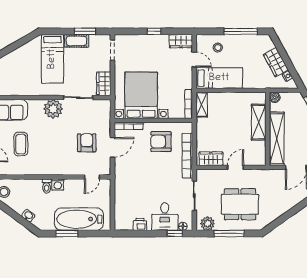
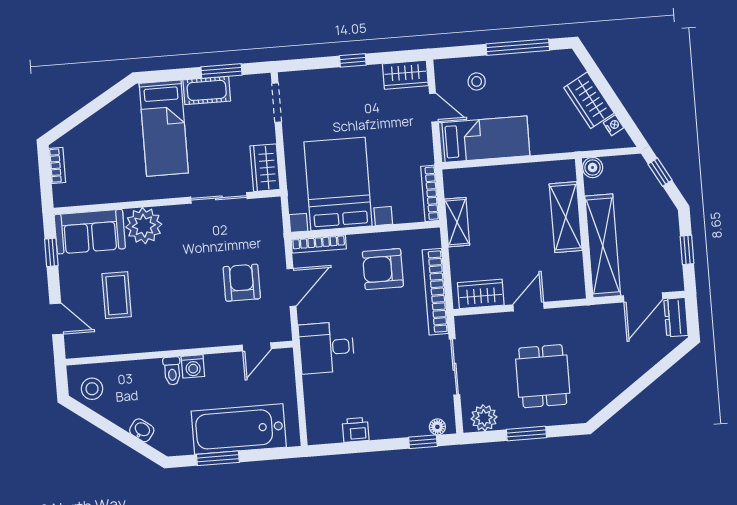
shelving: (202, 105) -> (457, 222), moved
plant: (53, 109) -> (144, 226), moved
dining table: (240, 204) -> (543, 376), width x0.73
desk: (165, 217) -> (327, 348), moved, turned 90
window: (229, 233) -> (526, 433), width x0.69

